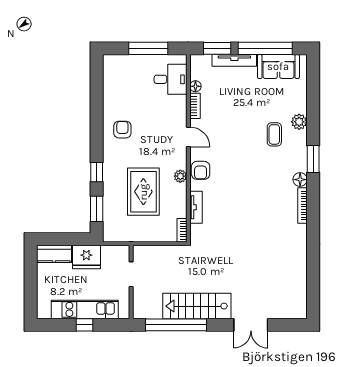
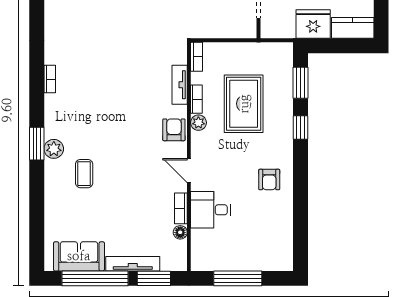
desk: (171, 79) -> (211, 210), moved
plant: (299, 122) -> (54, 149), moved
floor lamp: (300, 180) -> (53, 119), removed
bookcase: (182, 195) -> (196, 99), added
bookcase: (302, 205) -> (50, 79), width x0.64

